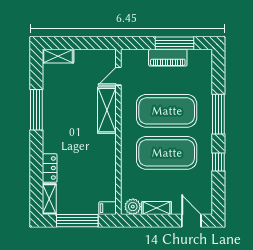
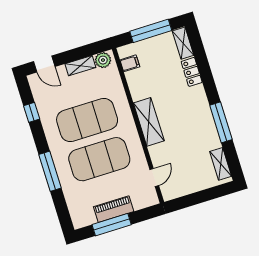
shelving: (58, 56) -> (221, 164), moved, turned 90
shelving: (107, 110) -> (149, 122), moved
window: (218, 162) -> (32, 112), moved
filing cabinet: (108, 208) -> (130, 63), moved

